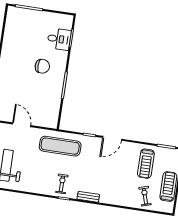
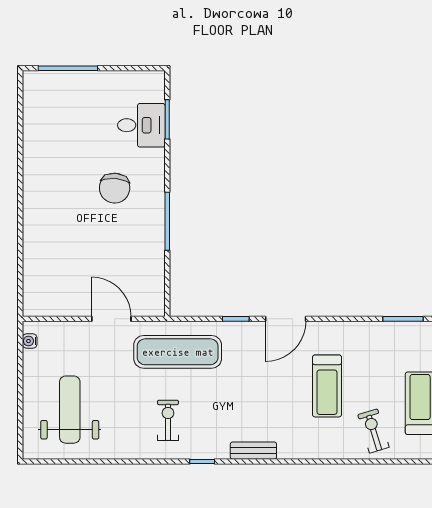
chair: (42, 66) -> (115, 188), turned 95
door: (22, 125) -> (111, 319), moved
treadmill: (146, 164) -> (327, 386), moved
exercise bike: (62, 184) -> (168, 420), moved

